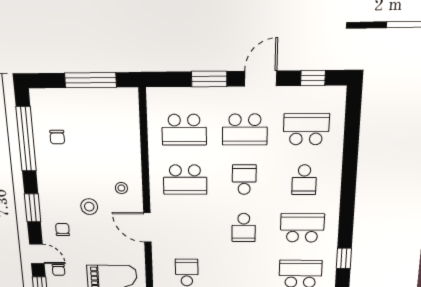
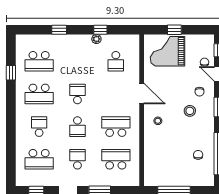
school desk: (245, 129) -> (77, 159), width x0.54
stool: (89, 207) -> (190, 111), moved

